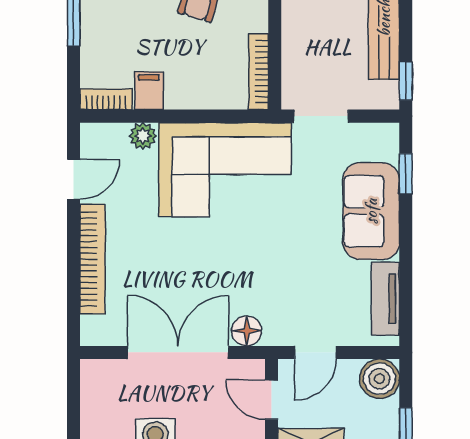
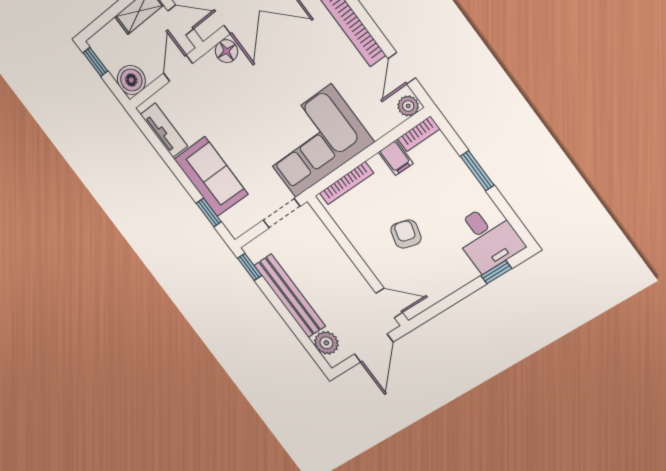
bookcase: (259, 72) -> (346, 183), moved, turned 90
plant: (143, 136) -> (408, 106), moved

